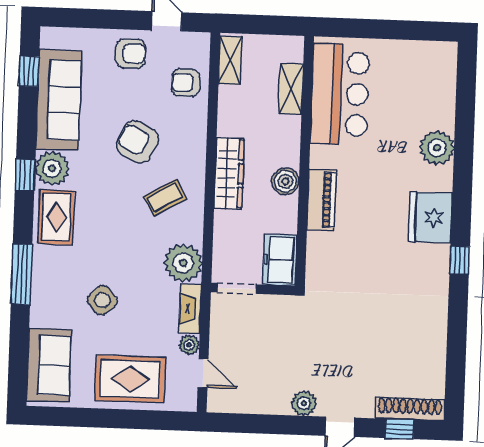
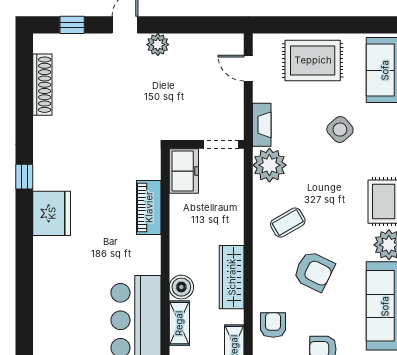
armchair: (186, 83) -> (273, 325), turned -90
plant: (437, 148) -> (48, 276), removed
wardrobe: (229, 173) -> (232, 277), moved
boiler: (285, 181) -> (181, 287), moved
piano: (322, 200) -> (149, 207), moved
plant: (189, 345) -> (261, 93), removed
shoe rack: (410, 409) -> (42, 85), moved, turned -90

